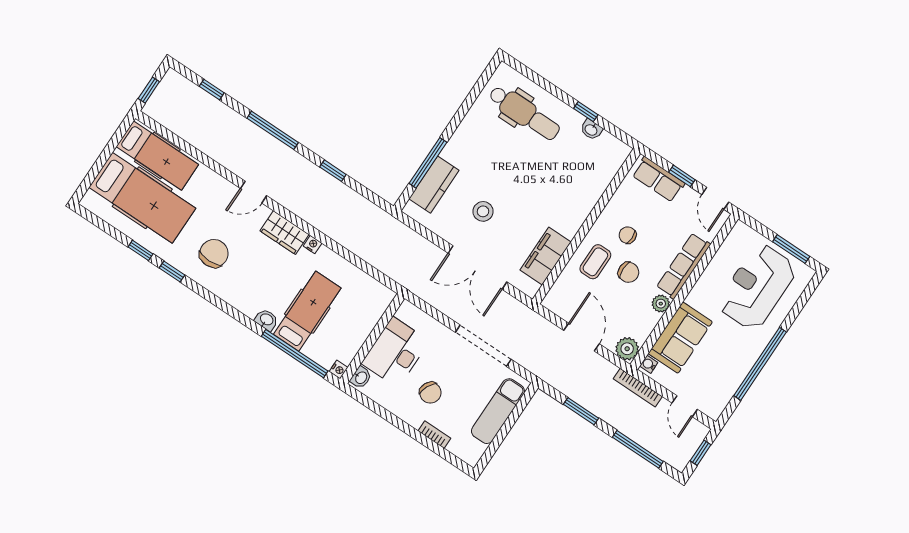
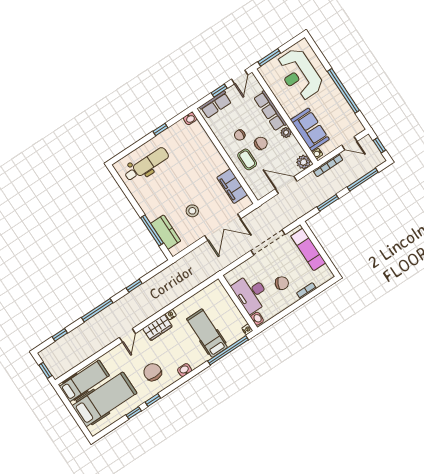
washbasin: (591, 130) -> (190, 119), moved
door: (715, 198) -> (240, 77), hinge flipped
window: (791, 249) -> (269, 57), moved
washbasin: (266, 320) -> (185, 370), moved

